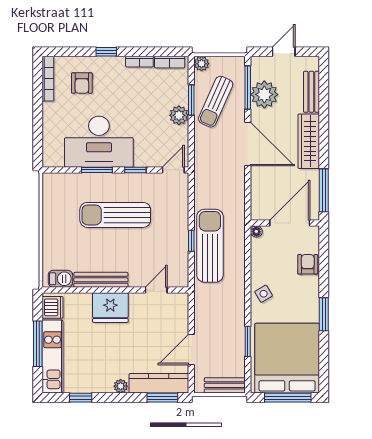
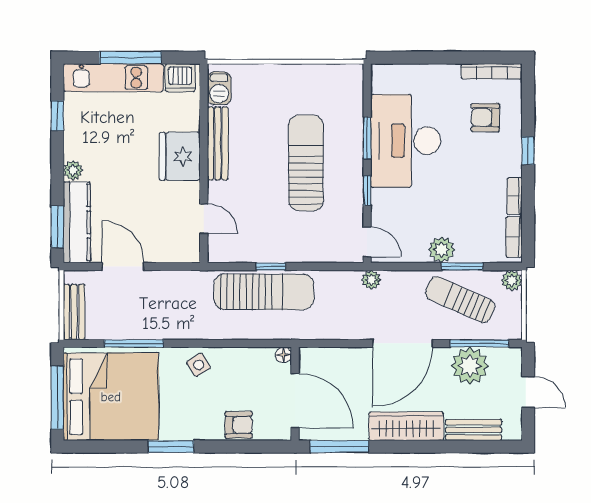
plant: (201, 167) -> (371, 280), added
window: (248, 341) -> (134, 343), width x1.44

